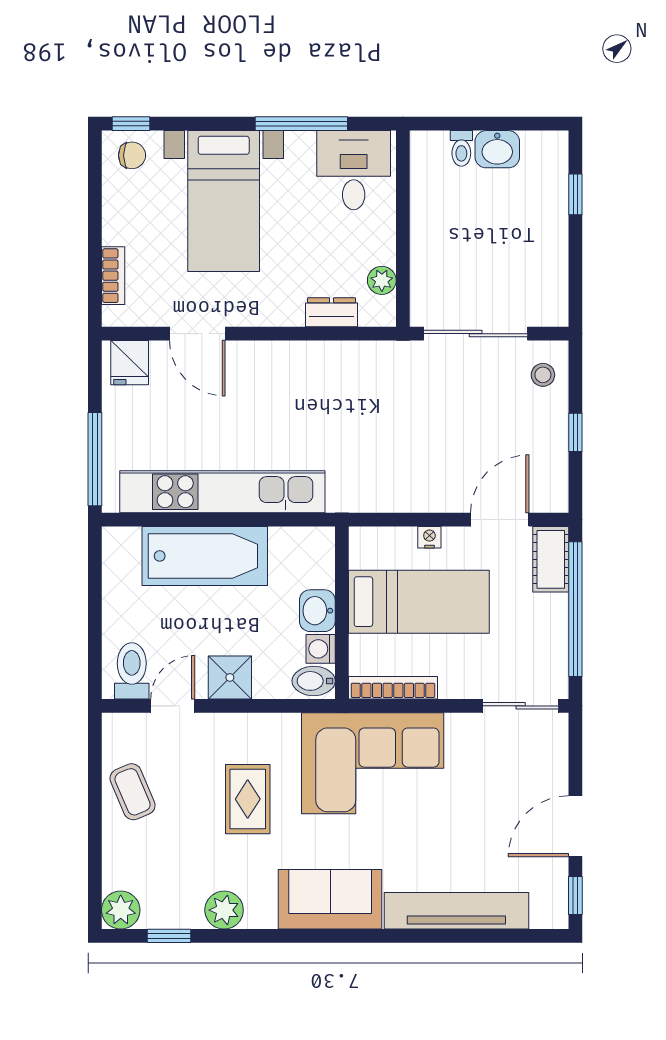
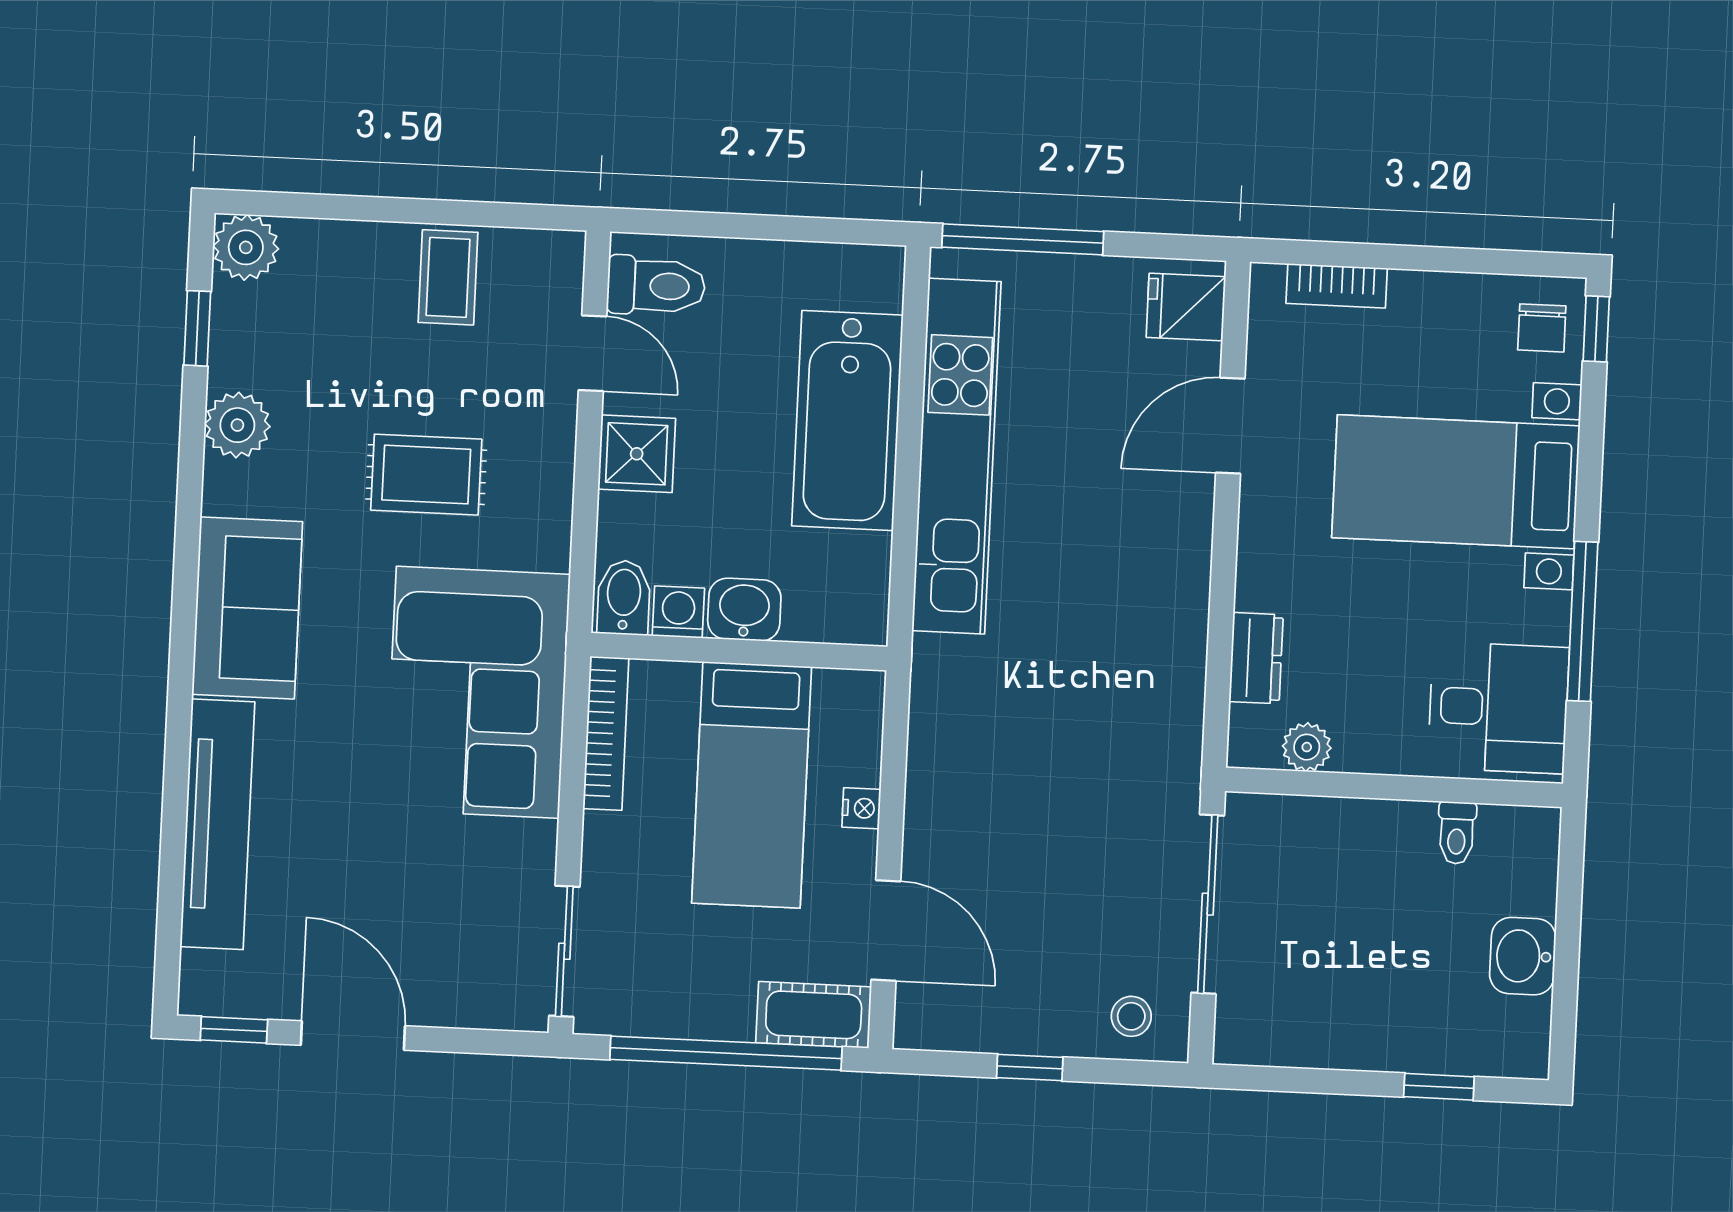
toilet: (461, 148) -> (1457, 833), moved, turned -90
coffee table: (133, 792) -> (448, 277), turned -67

